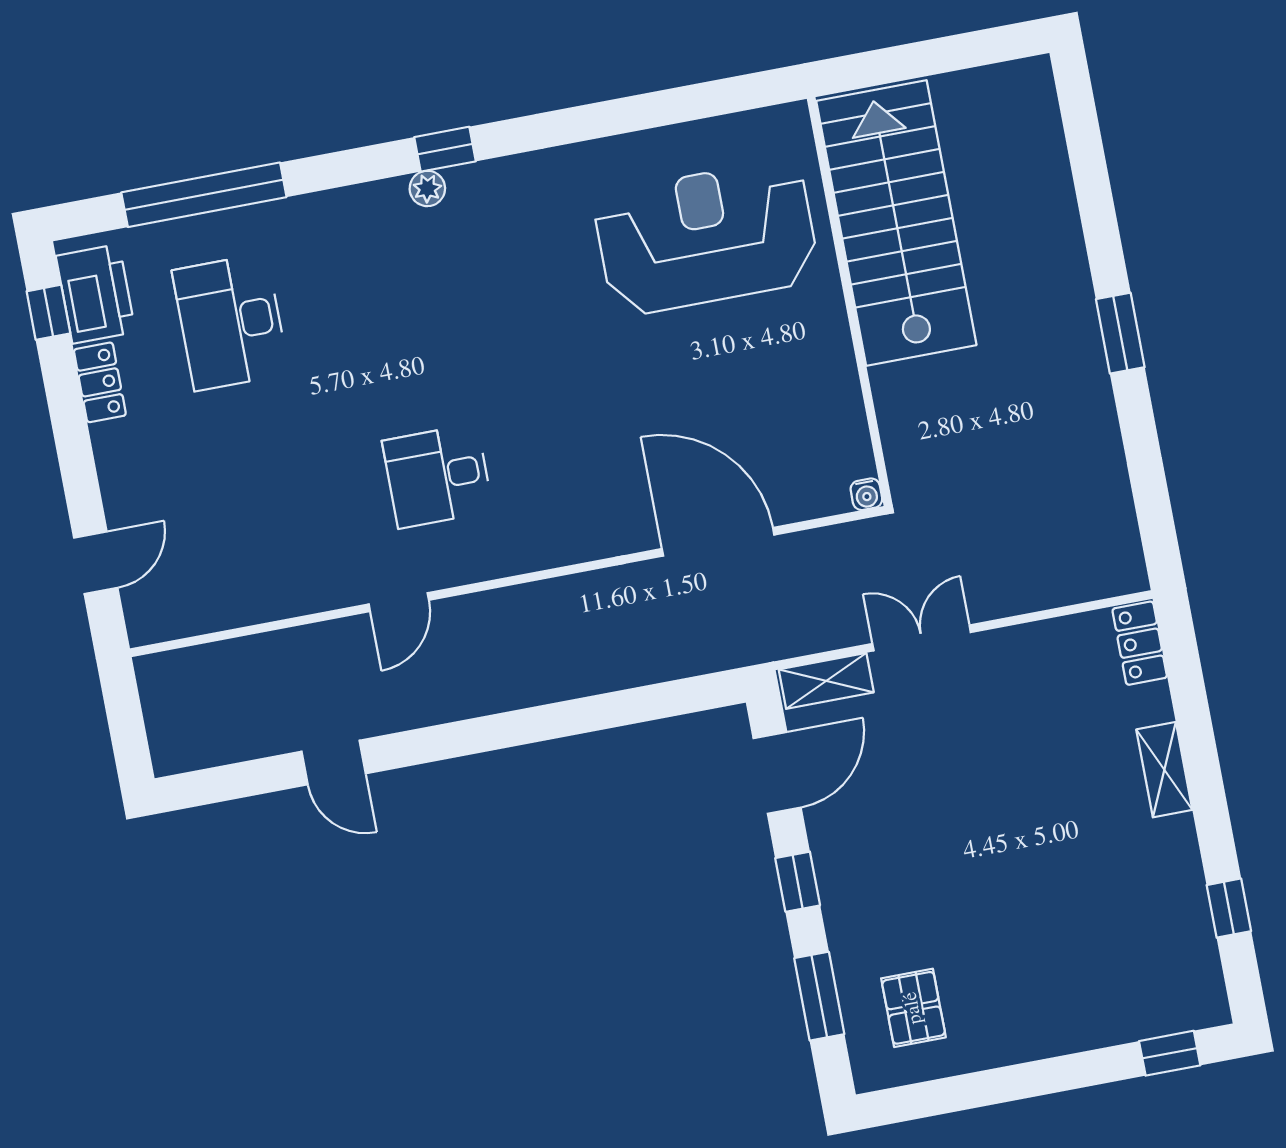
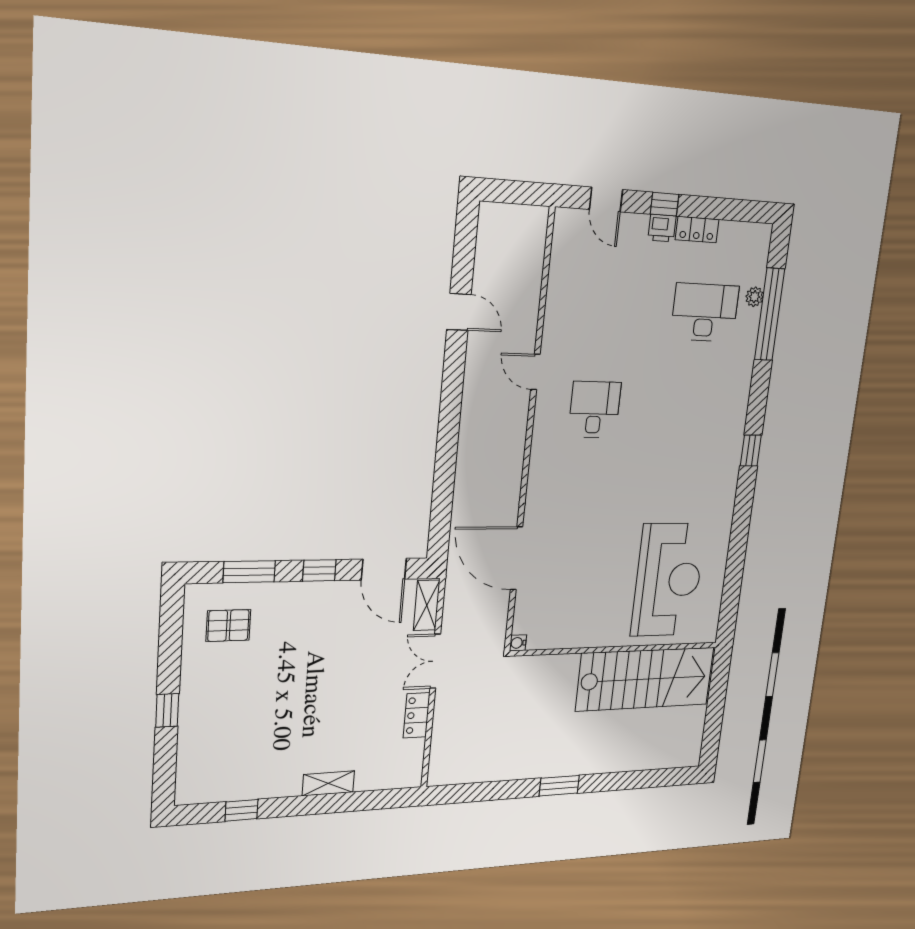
plant: (427, 188) -> (754, 297), moved
printer: (96, 294) -> (662, 228), moved, width x0.53, depth x0.68
window: (48, 312) -> (665, 204), moved
door: (718, 542) -> (516, 558), swing flipped
double door: (922, 638) -> (435, 661), swing flipped
locker: (1140, 643) -> (417, 715), moved, turned -90
door: (334, 763) -> (459, 312), swing flipped
window: (1170, 1053) -> (167, 710), moved

